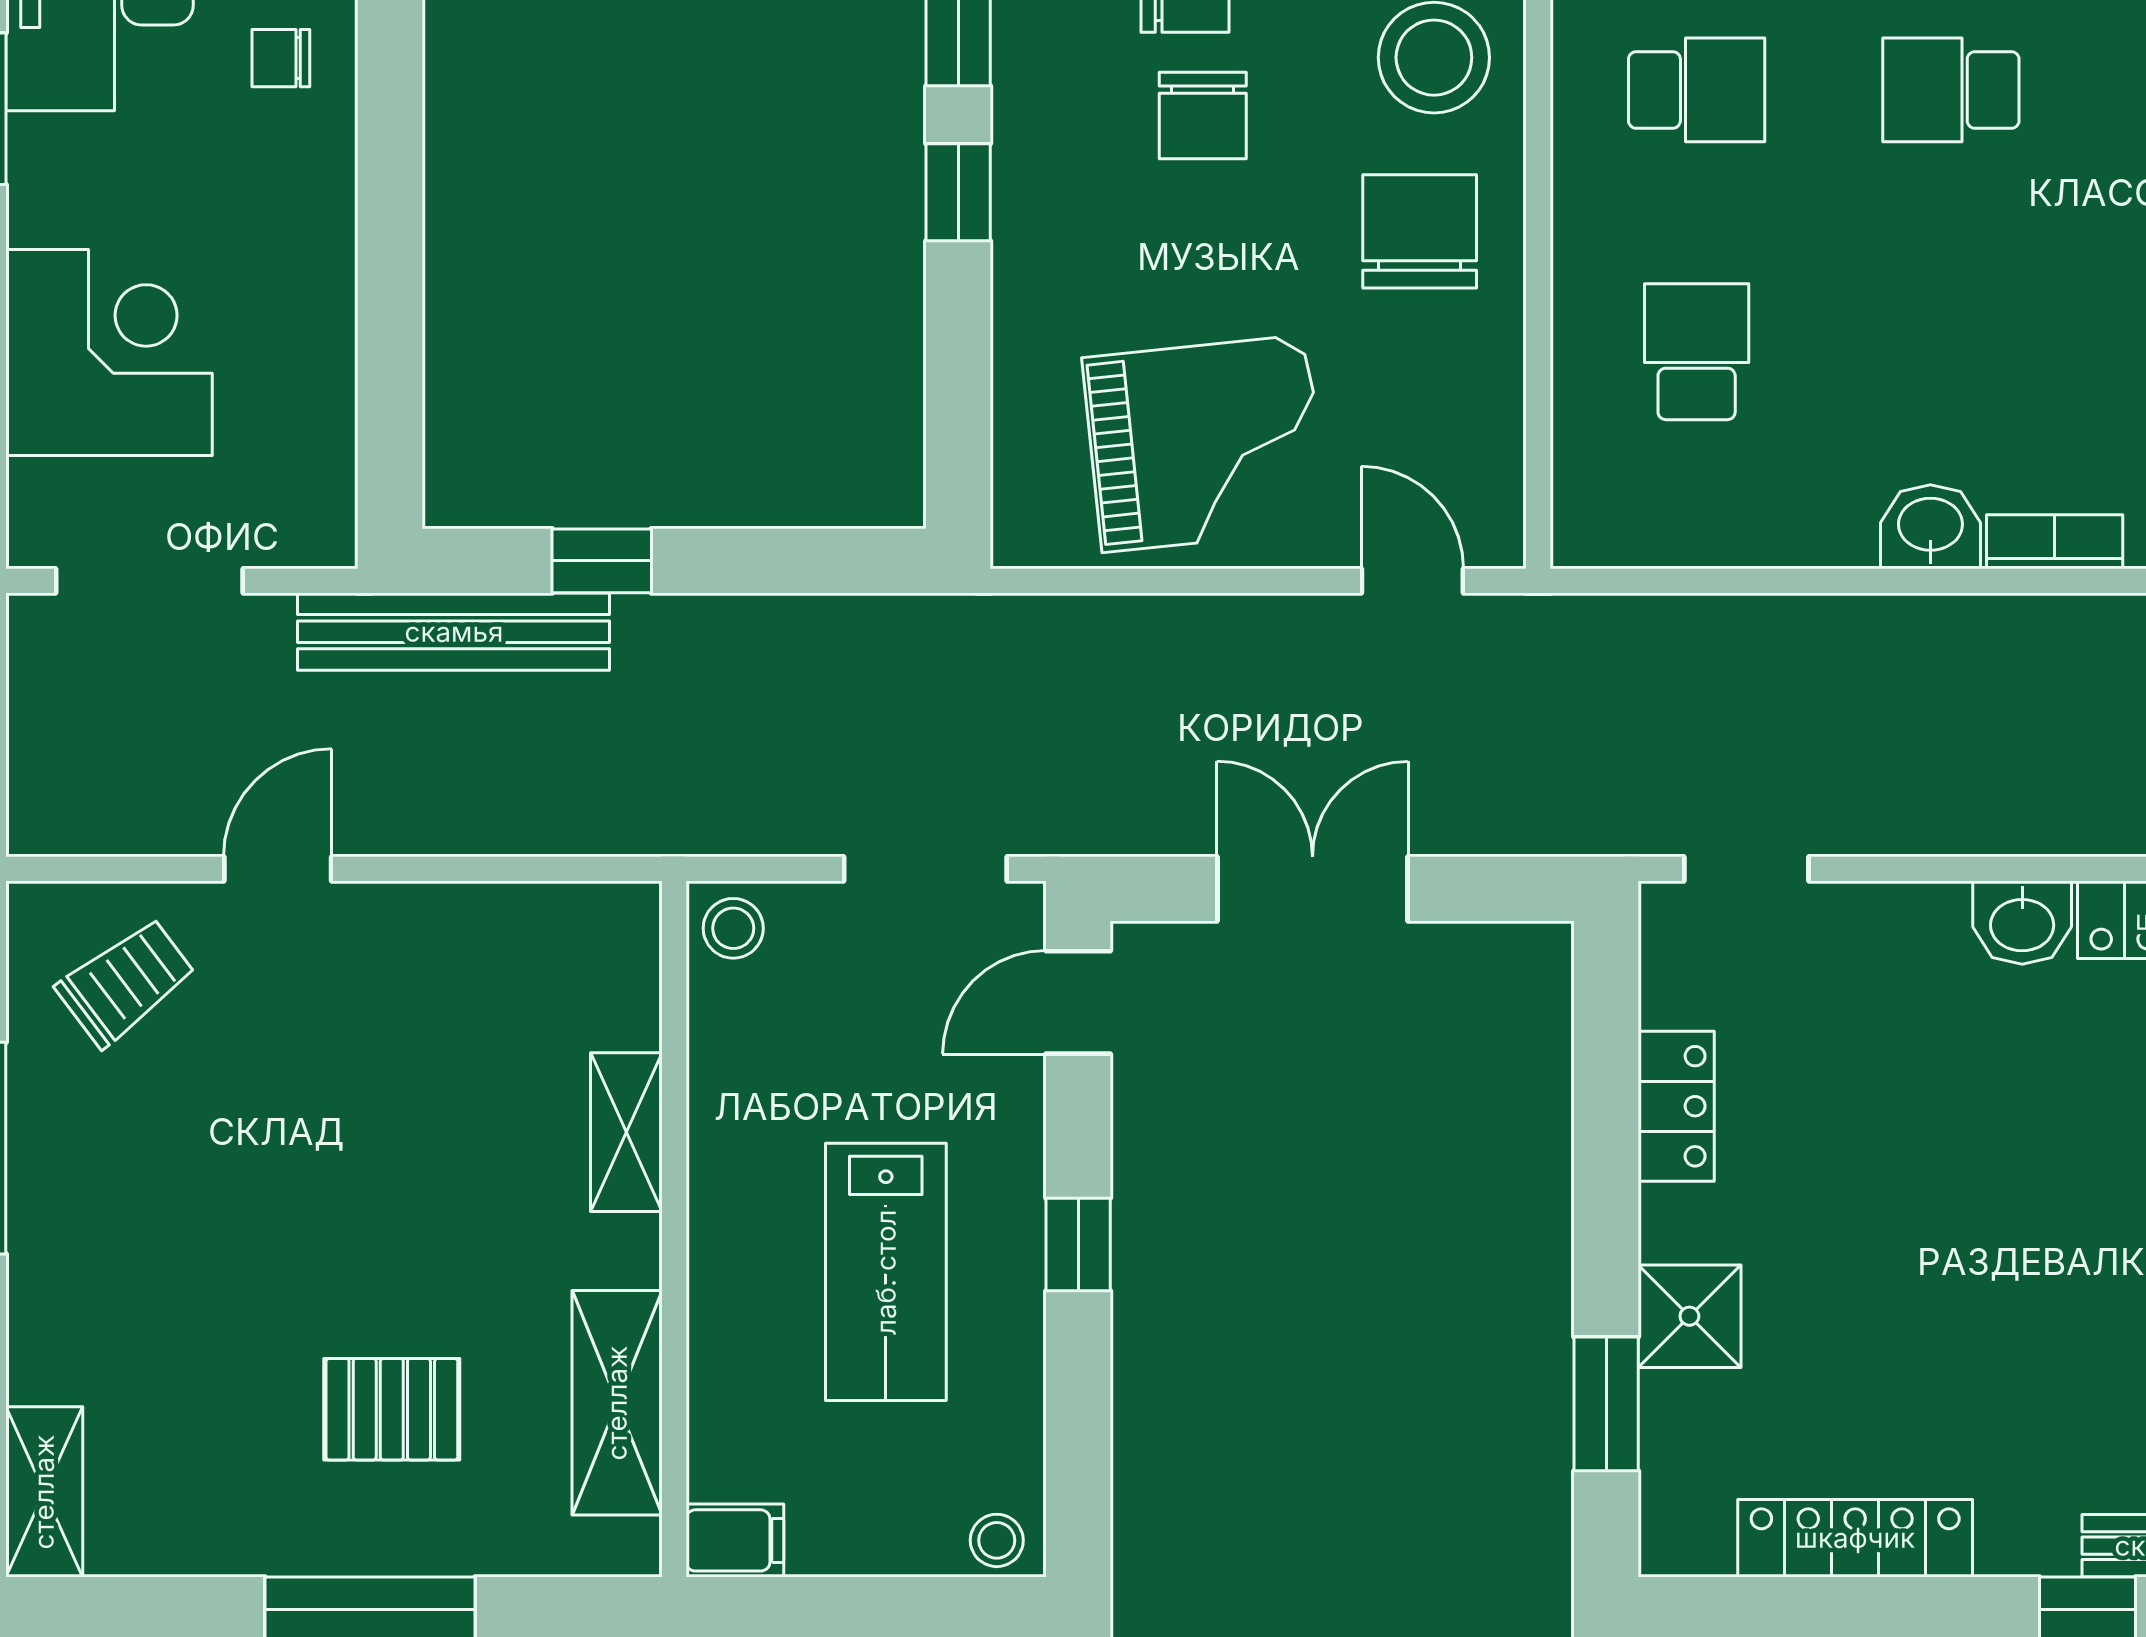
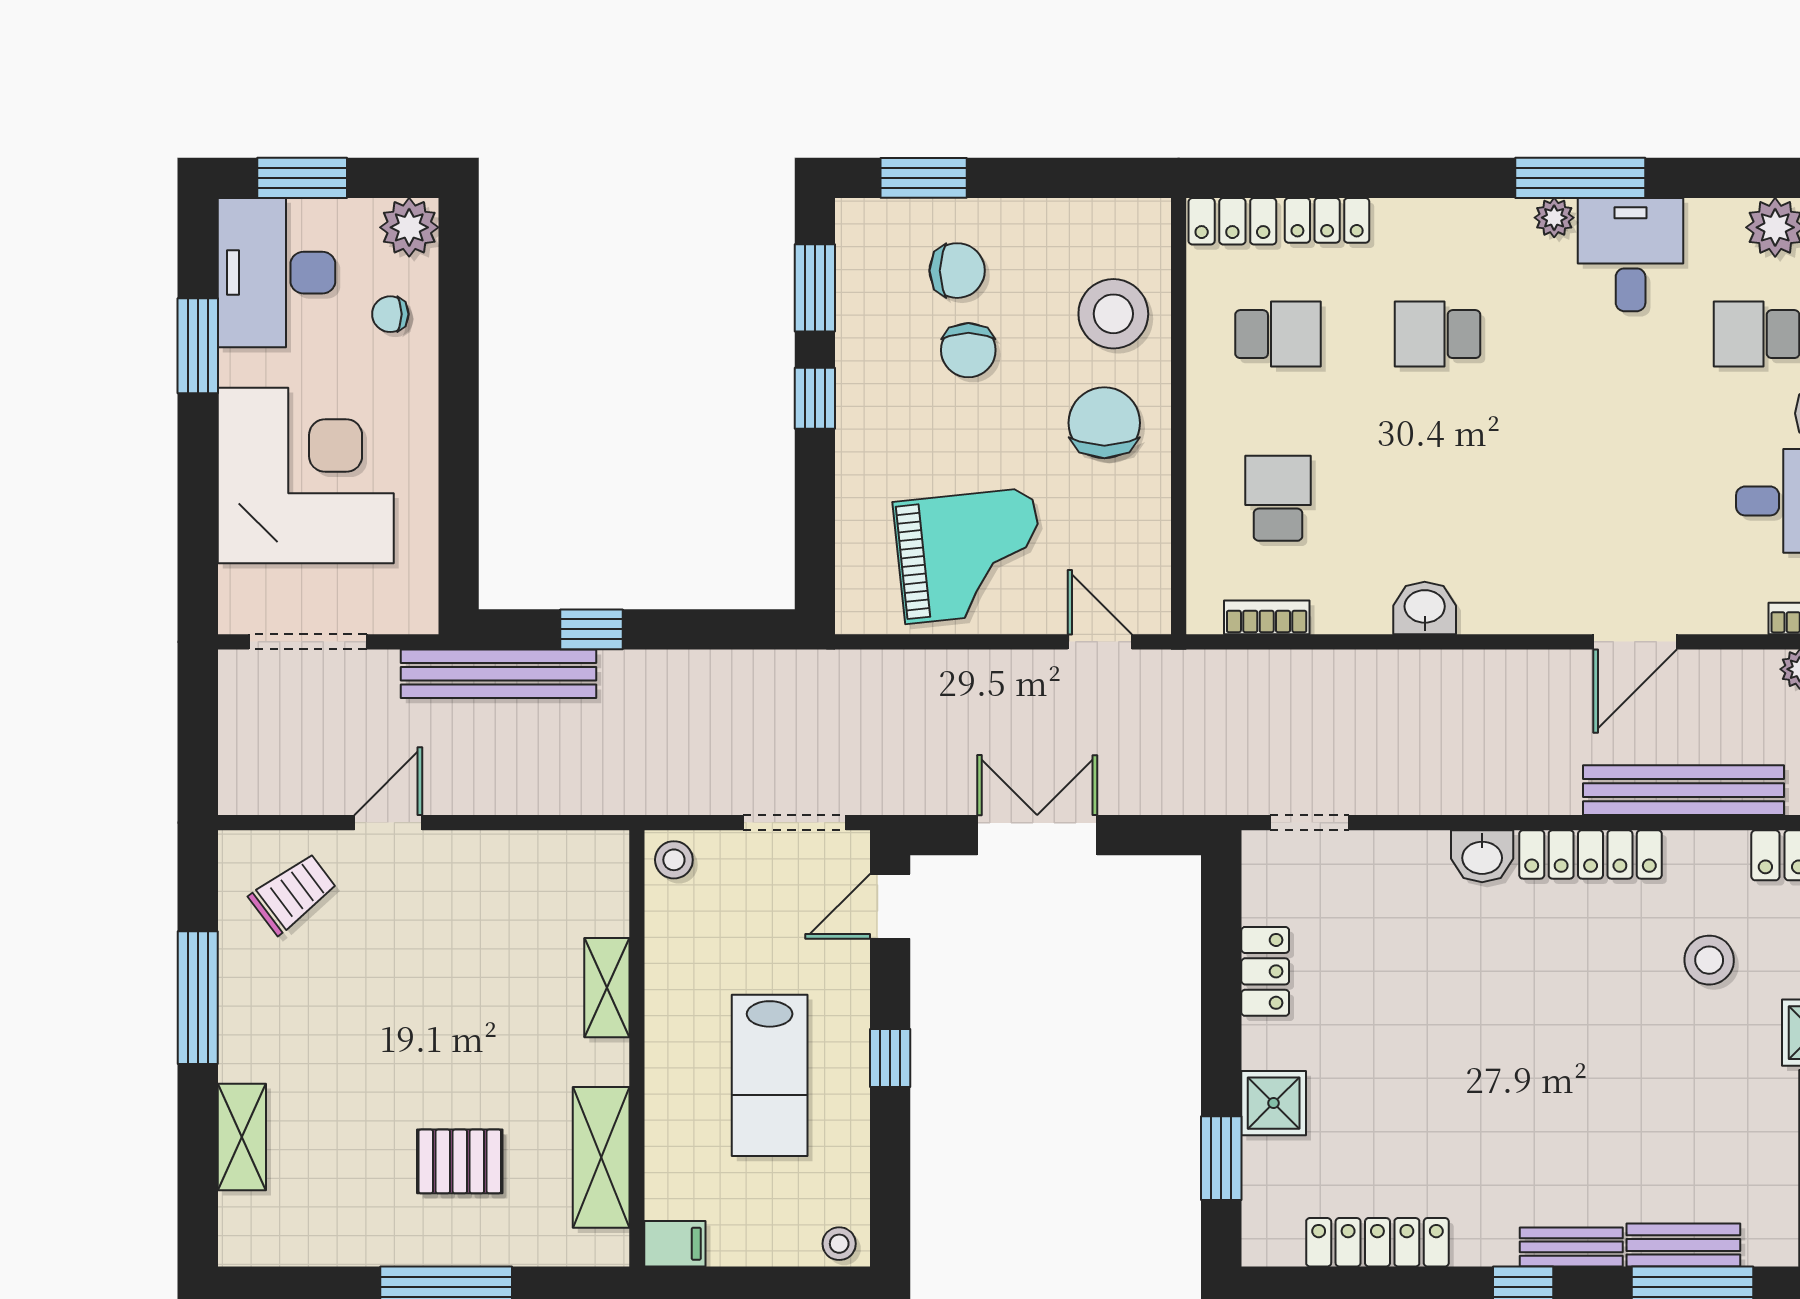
corner desk: (109, 353) -> (306, 475), width x1.36, depth x1.36
bookcase: (2055, 542) -> (1267, 617), moved
shelving: (44, 1492) -> (242, 1137), moved

